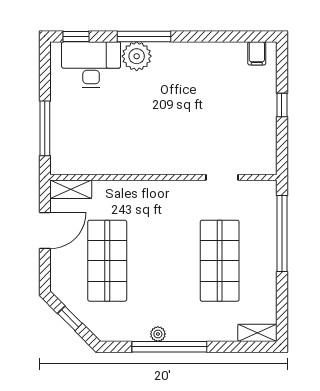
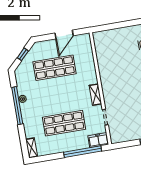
window: (45, 128) -> (114, 26), removed
shelving: (71, 189) -> (95, 95), moved
freezer: (264, 199) -> (98, 140), added
door: (45, 231) -> (64, 34), hinge flipped

